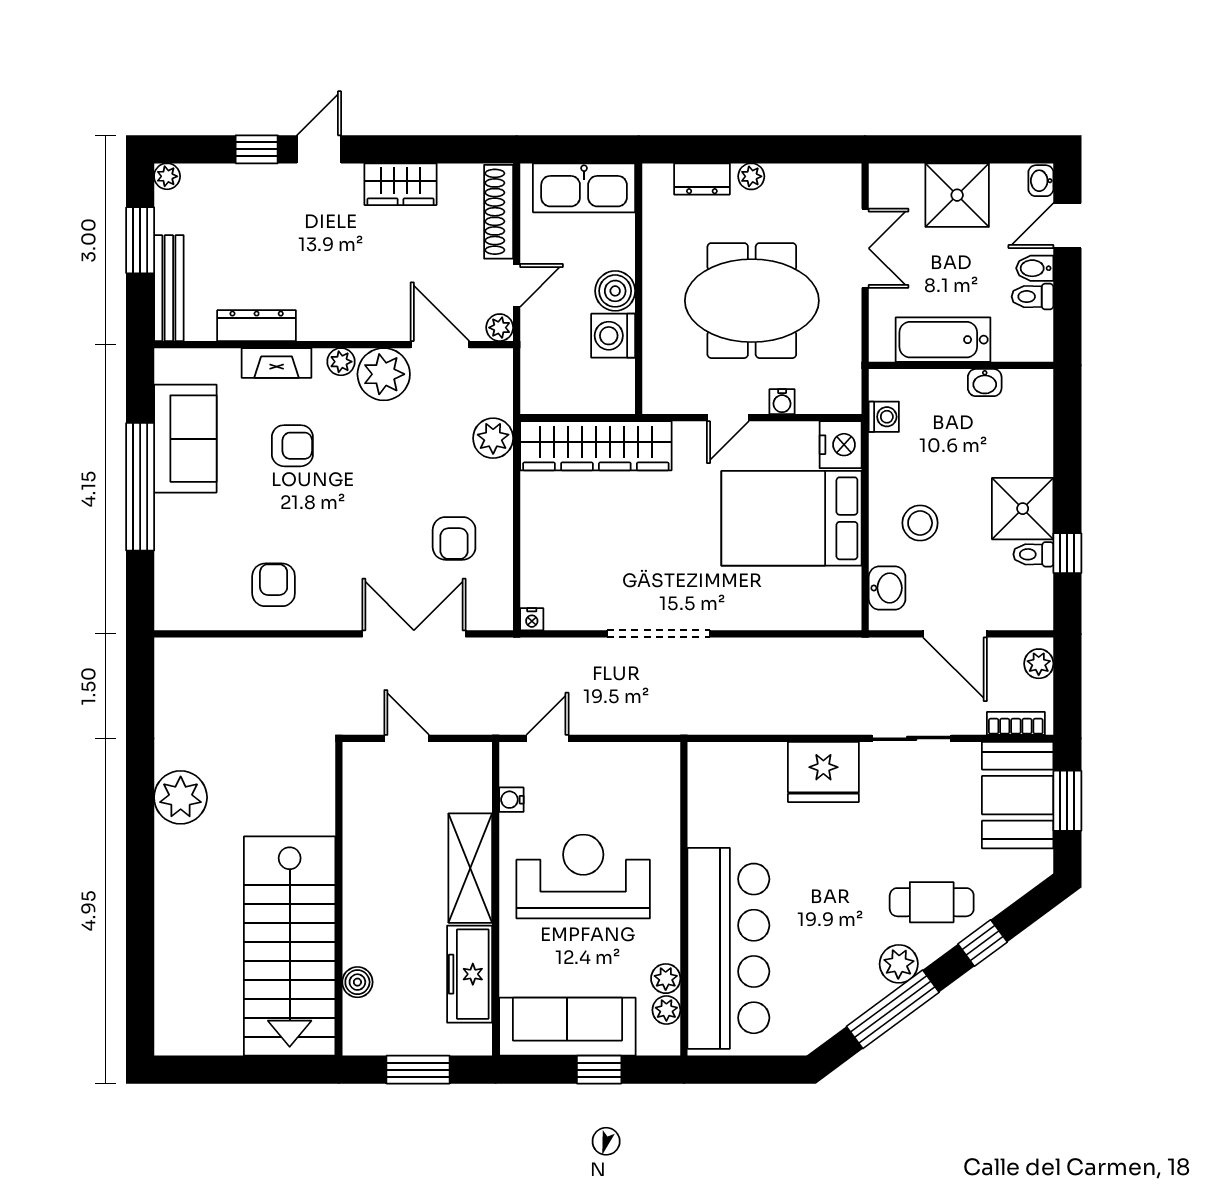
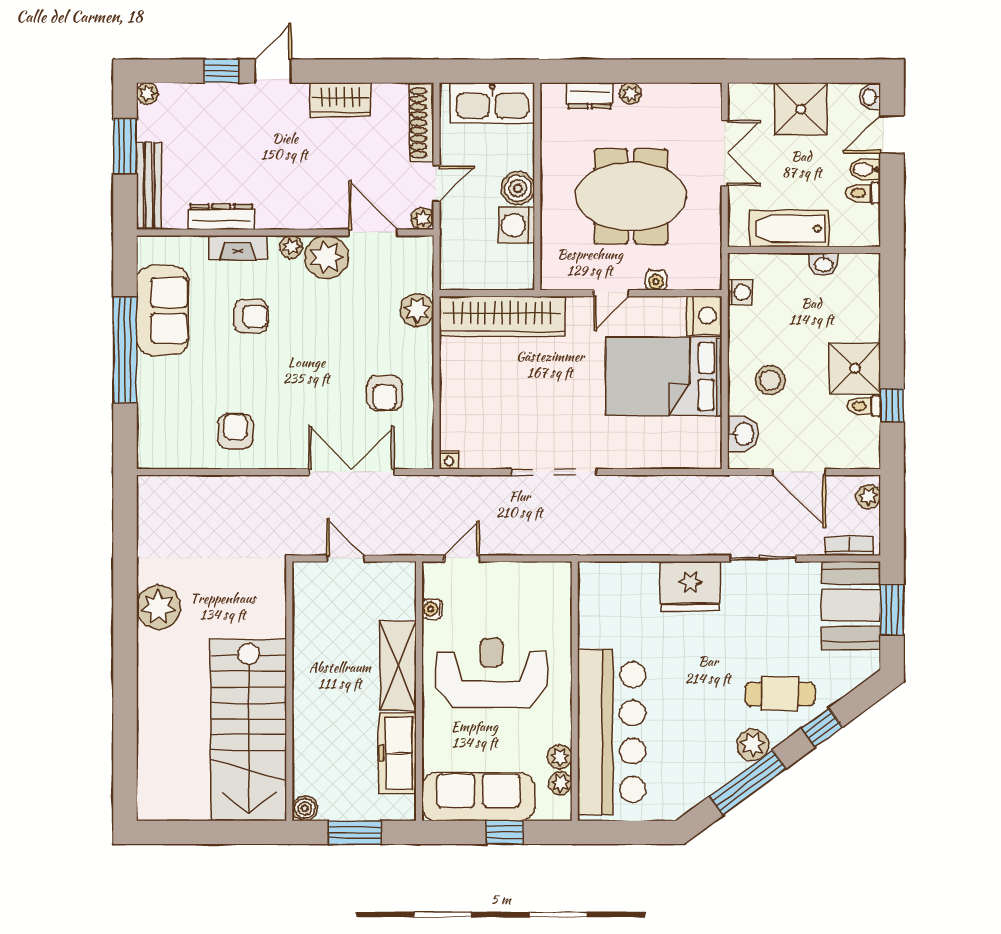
boiler: (357, 982) -> (305, 808), moved

